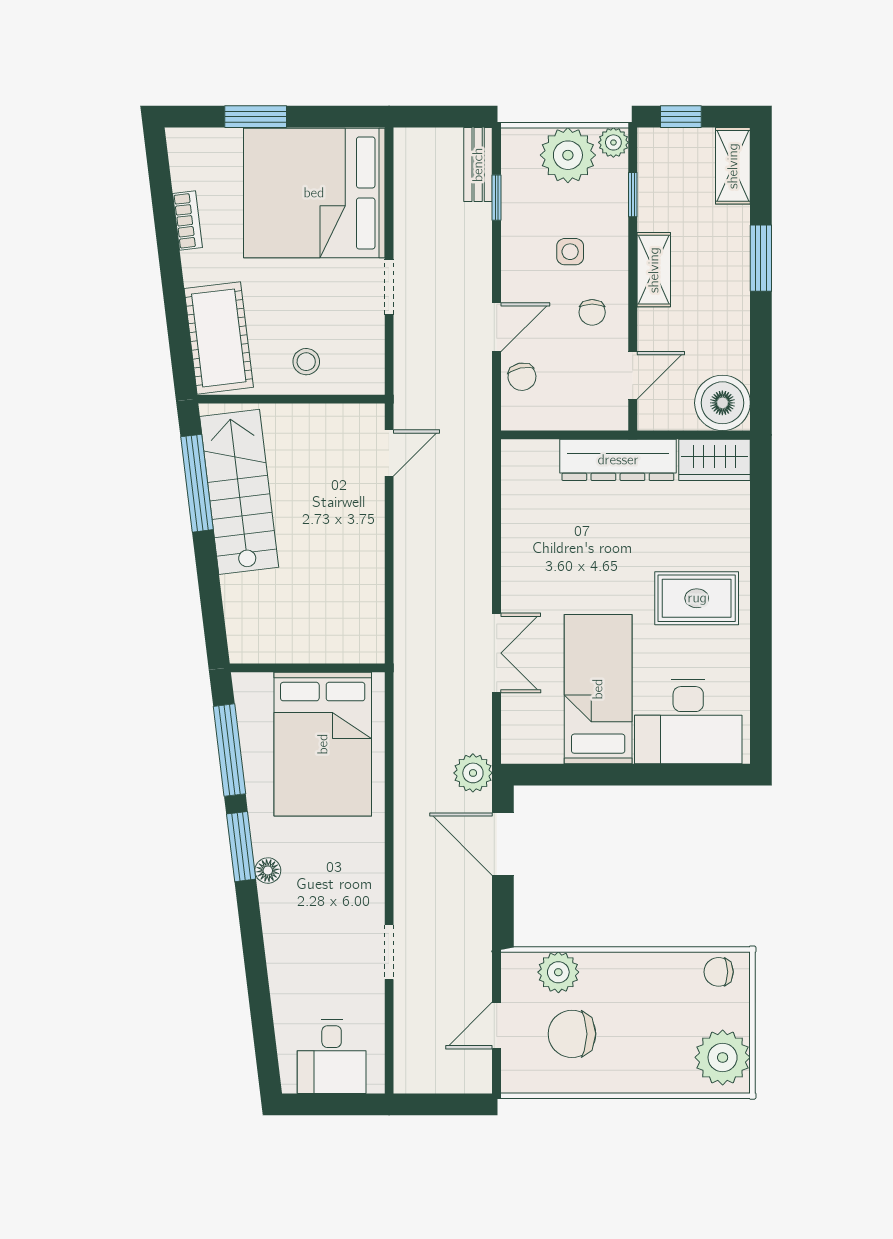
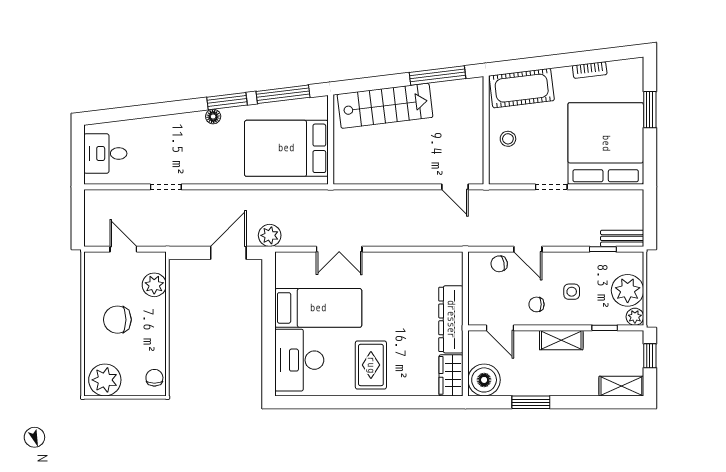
window: (761, 258) -> (531, 402), moved
stairs: (239, 492) -> (385, 106), moved
chair: (572, 1034) -> (117, 320), moved, turned -90

